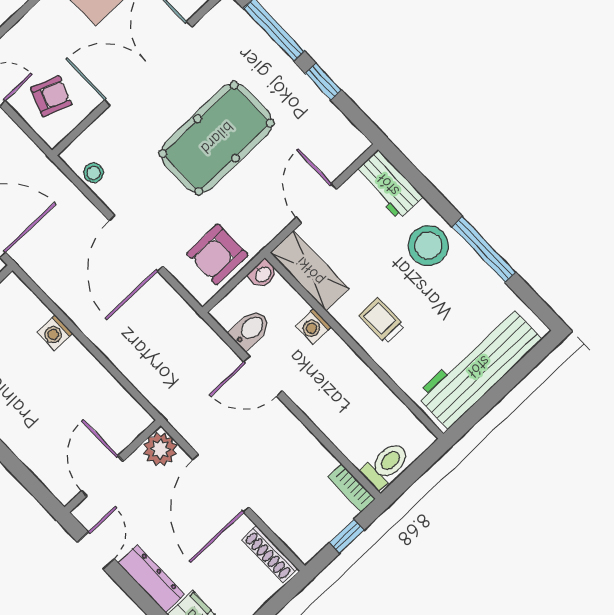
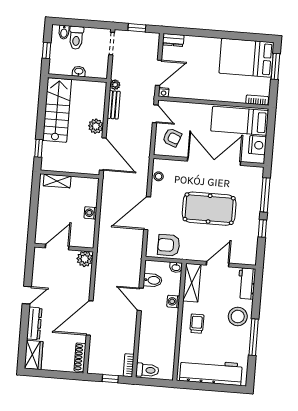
plant: (160, 449) -> (85, 259), moved
wall: (113, 466) -> (64, 248), moved
door: (102, 476) -> (57, 247), moved

